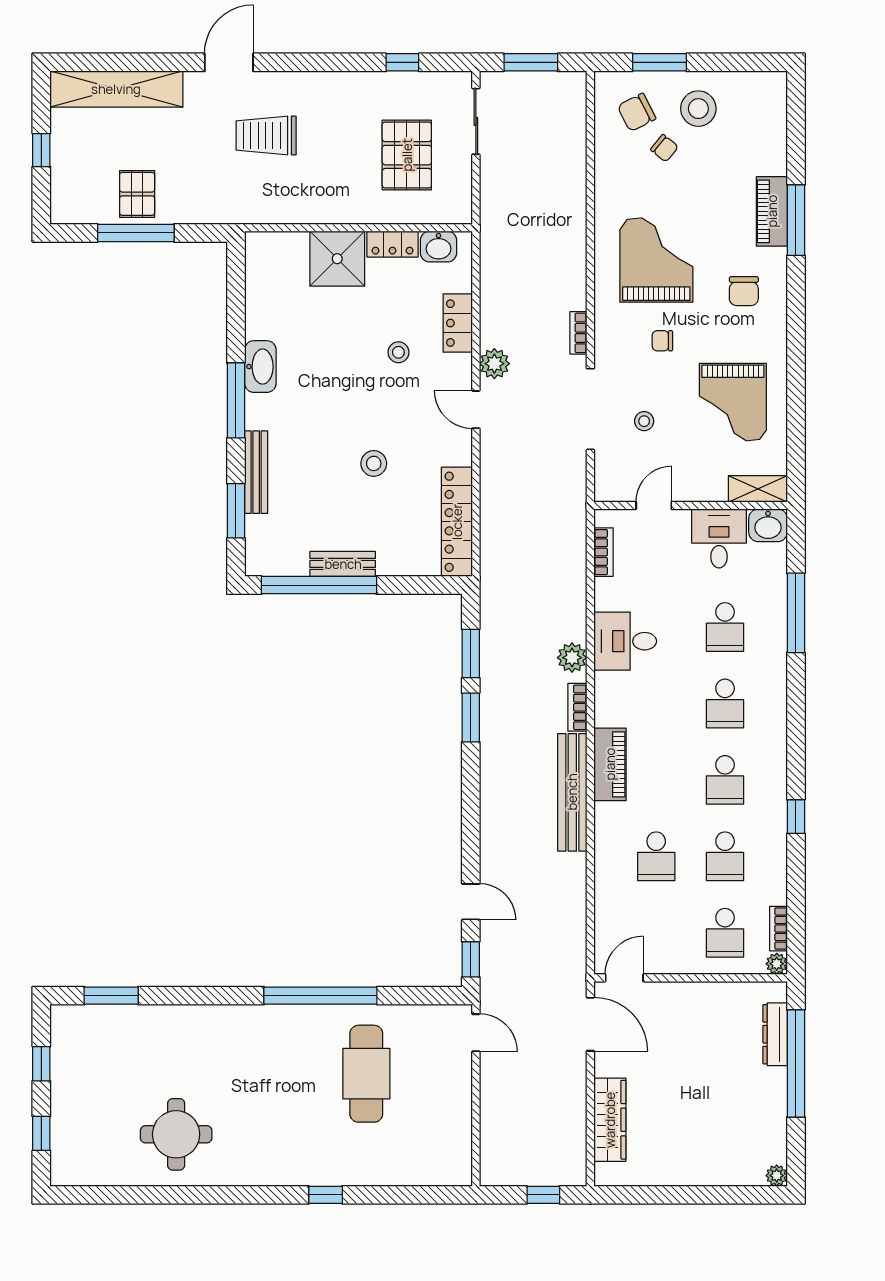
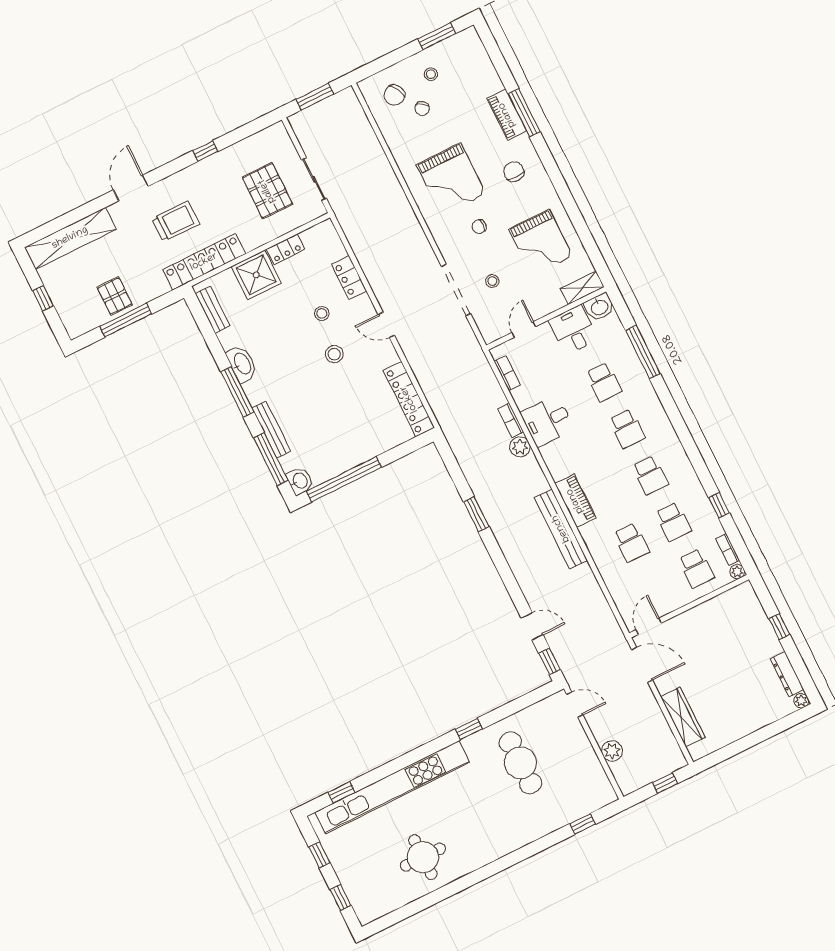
window: (402, 62) -> (205, 151), moved
window: (659, 62) -> (437, 36), moved
stool: (698, 109) -> (431, 74), width x0.53, depth x0.53
sliding door: (476, 121) -> (314, 179), moved
trolley: (266, 135) -> (176, 221), turned 180
chair: (664, 148) -> (422, 109), turned 86
locker: (277, 207) -> (204, 262), added
washbasin: (439, 247) -> (300, 481), moved, turned -90
grand piano: (656, 260) -> (451, 179), turned 180
chair: (744, 291) -> (514, 172), turned 180
bookcase: (578, 333) -> (426, 247), removed
plant: (494, 364) -> (612, 751), moved
stool: (374, 463) -> (334, 354), moved
window: (236, 511) -> (271, 459), width x1.44
bench: (343, 564) -> (213, 310), moved, turned 90
window: (471, 654) -> (457, 475), removed
bookcase: (577, 707) -> (511, 420), moved
window: (796, 817) -> (719, 505), moved
window: (111, 996) -> (341, 792), width x0.67
window: (320, 996) -> (469, 729), width x0.32
kitchen unit: (181, 1022) -> (392, 787), added
dresser: (775, 1034) -> (787, 674), moved
window: (796, 1063) -> (779, 627), width x0.32
window: (326, 1195) -> (583, 824), moved

